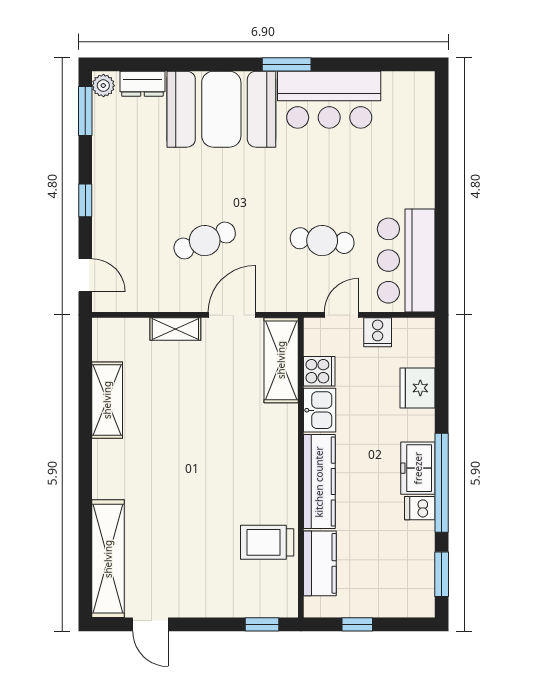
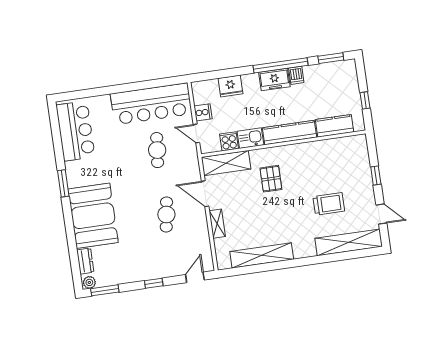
bar counter: (329, 100) -> (75, 131), moved
cafe table: (205, 241) -> (166, 214), turned 30
bar counter: (406, 261) -> (151, 104), width x1.36
shelving: (107, 400) -> (262, 255), width x1.47
pallet: (242, 436) -> (271, 179), added
trolley: (267, 542) -> (329, 204), moved, turned -90
door: (150, 624) -> (381, 214), hinge flipped
window: (262, 624) -> (376, 175), moved

